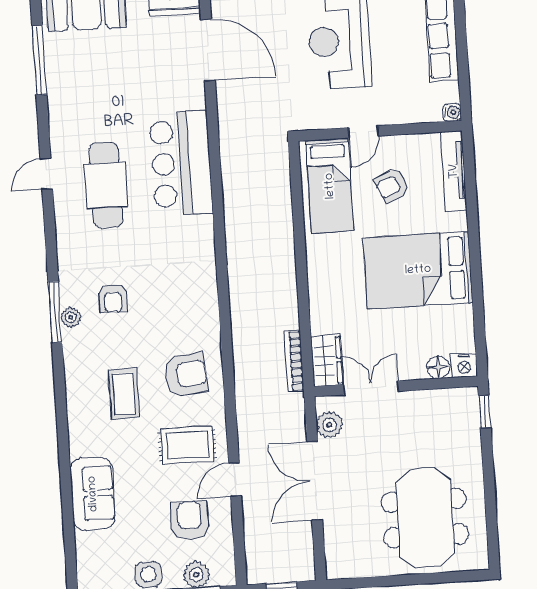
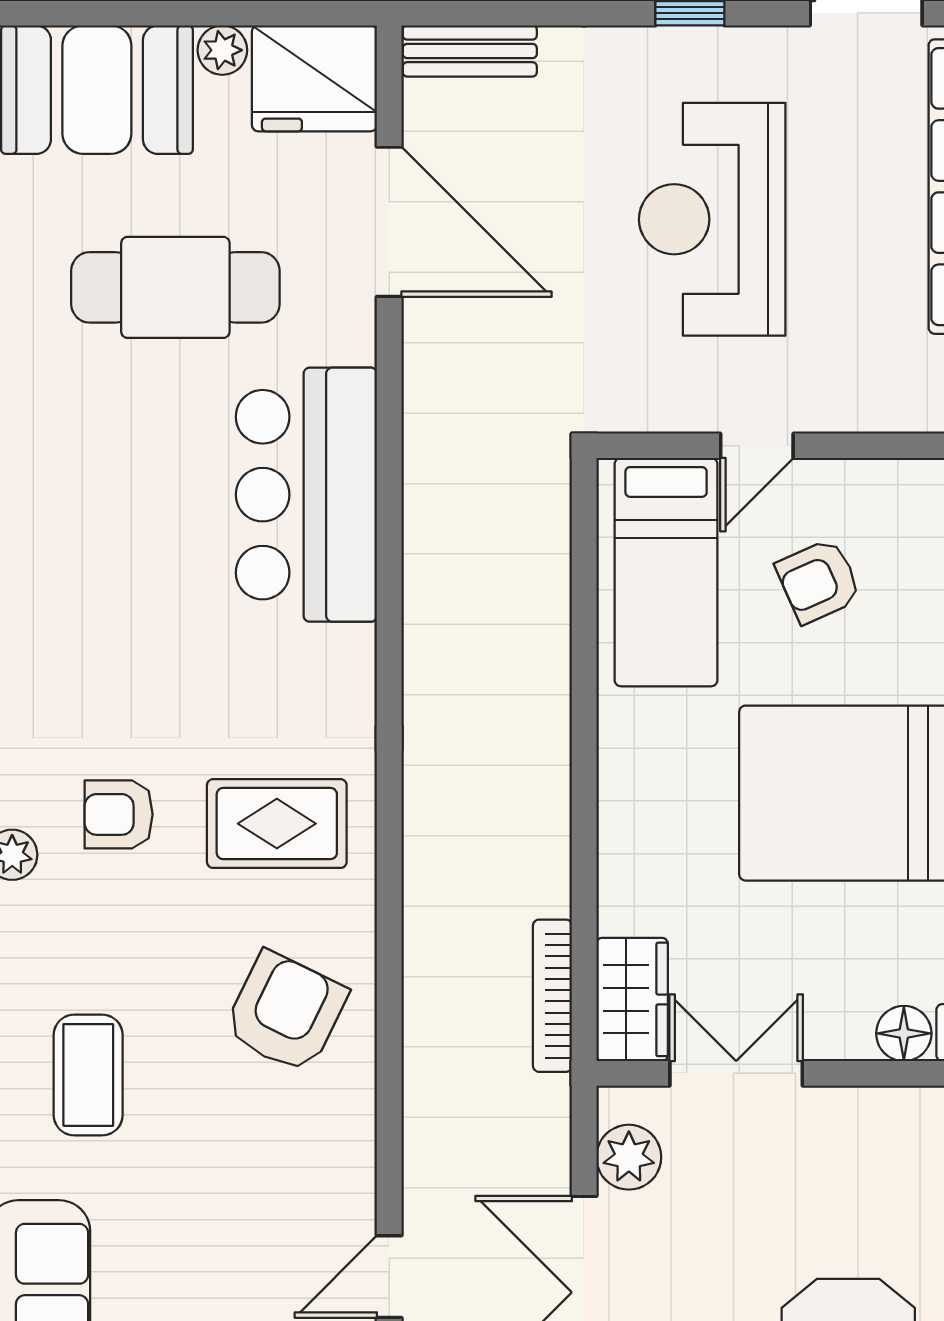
cafe table: (106, 185) -> (175, 287), moved, turned 90
armchair: (113, 298) -> (119, 814), turned 90
armchair: (186, 374) -> (286, 1012), turned -58
coffee table: (124, 394) -> (88, 1075), moved
rug: (187, 445) -> (277, 824), moved

